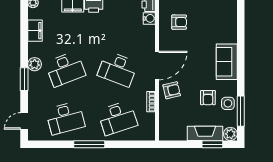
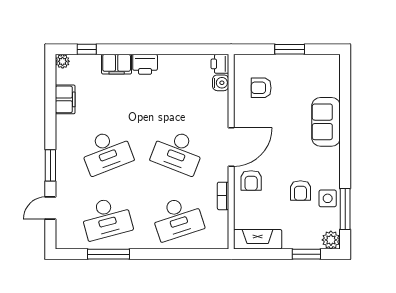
armchair: (179, 22) -> (261, 88), turned 180
sofa: (227, 62) -> (326, 122), moved
plant: (35, 64) -> (65, 145), removed
armchair: (172, 90) -> (251, 181), turned 103
door: (24, 121) -> (50, 208), moved
fireplace: (205, 133) -> (258, 239), moved
window: (89, 144) -> (108, 254), moved

